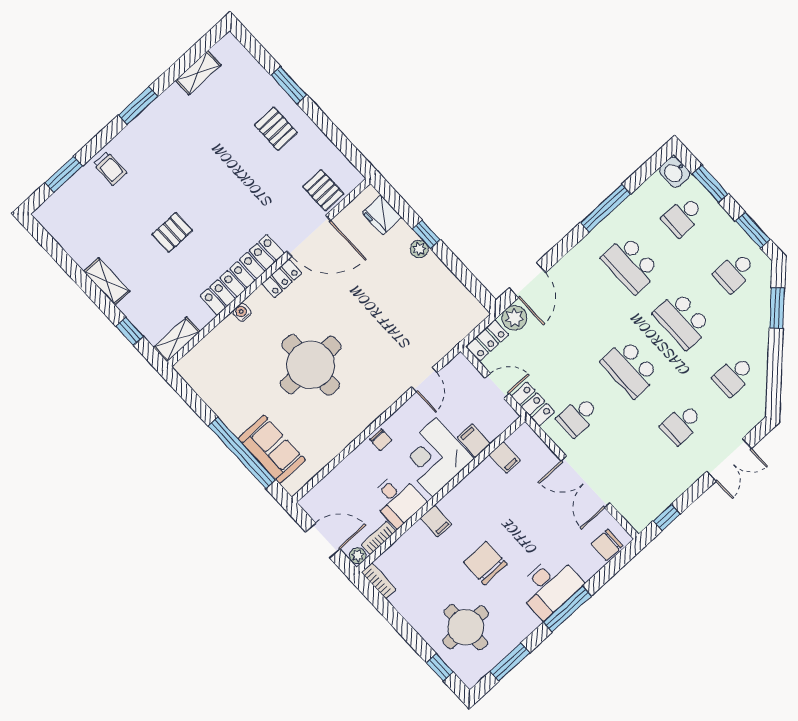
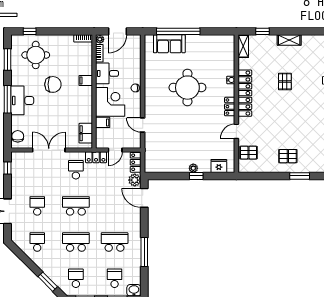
door: (309, 236) -> (236, 131), width x0.53
filing cabinet: (505, 457) -> (86, 133), width x2.00

